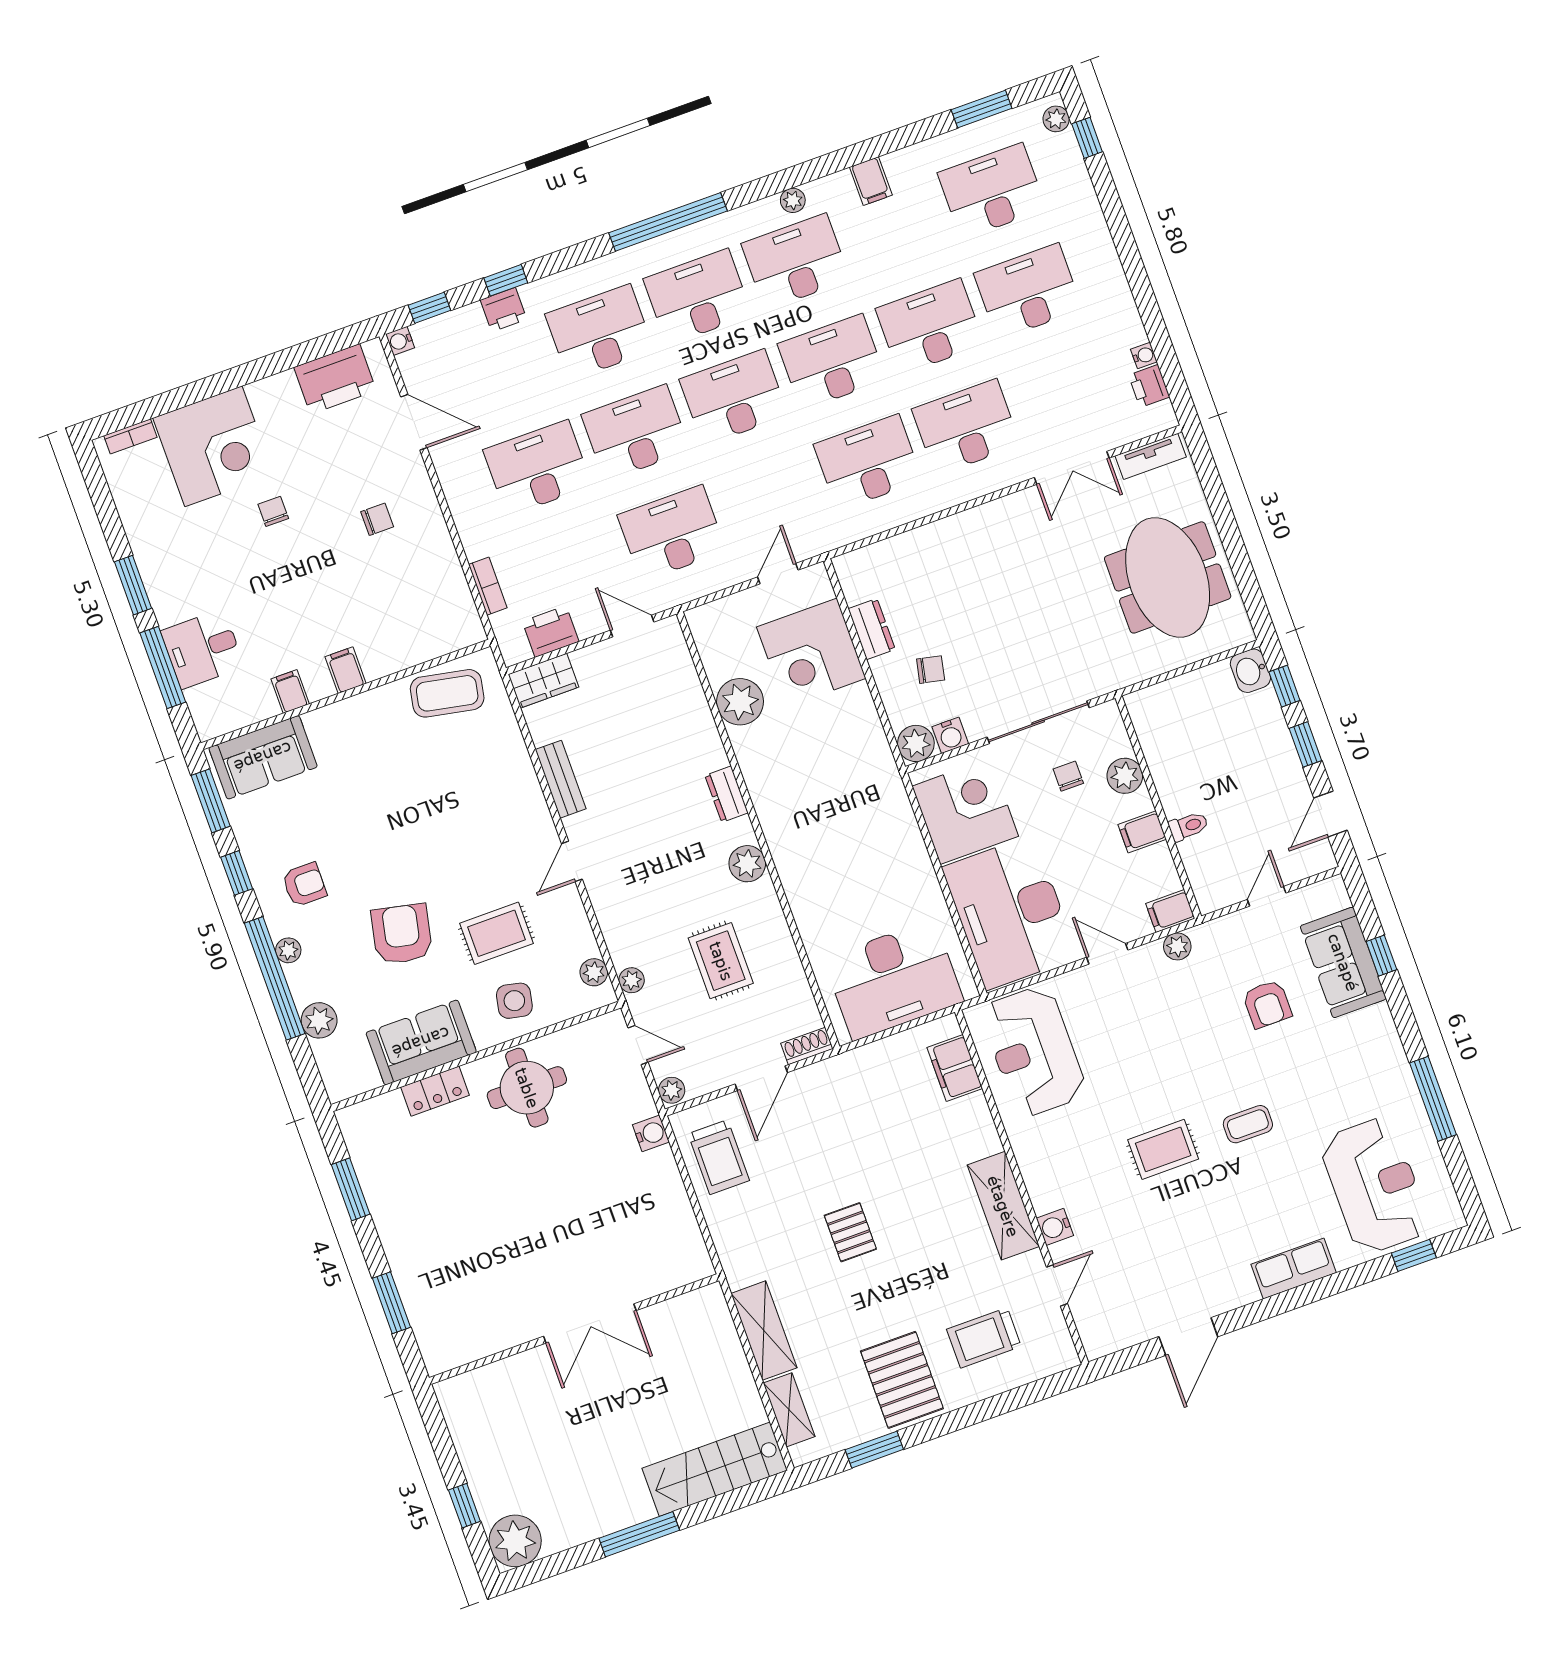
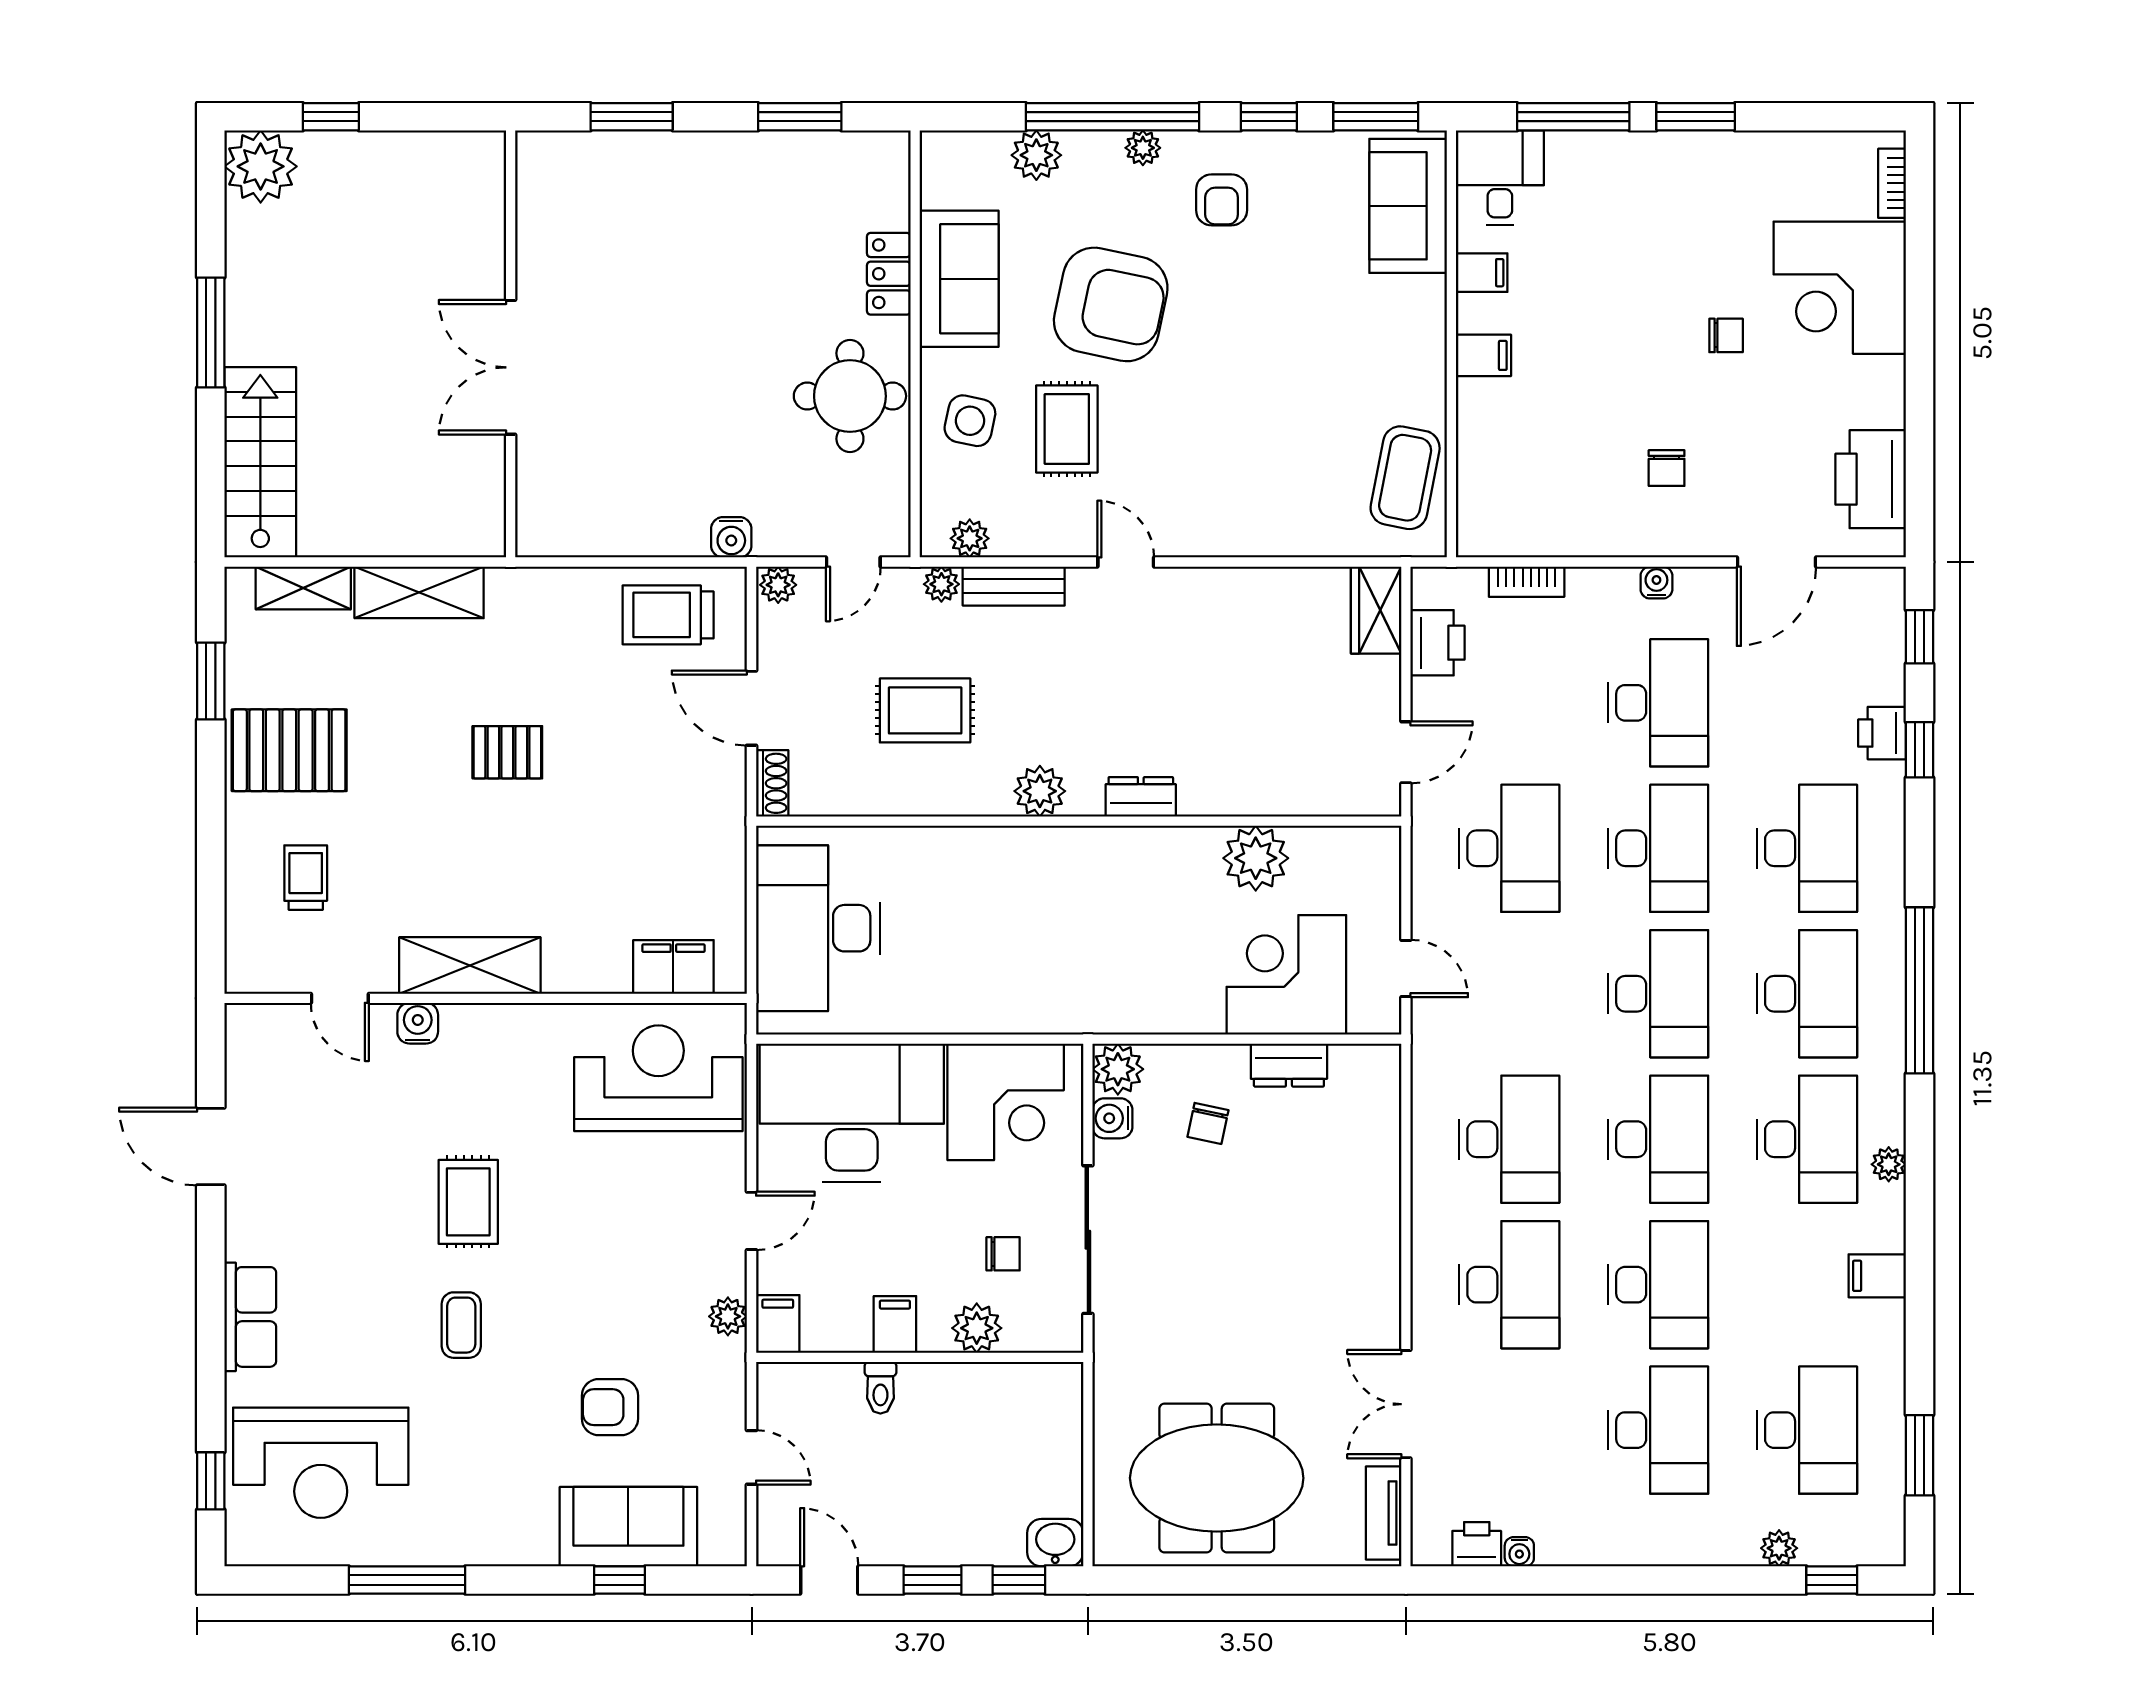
plant: (1056, 119) -> (1779, 1548), moved
water cooler: (400, 341) -> (1656, 583), moved
desk: (203, 649) -> (1500, 178), moved
bench: (561, 779) -> (1014, 586), moved
armchair: (402, 934) -> (1111, 304), width x1.36, depth x1.36
trolley: (984, 1338) -> (306, 878), width x0.73, depth x0.72

